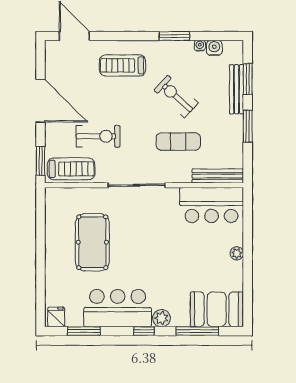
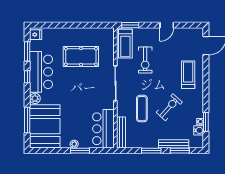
window: (174, 36) -> (206, 122), moved
door: (41, 101) -> (167, 25), width x0.53
window: (248, 244) -> (80, 151), added
booth: (217, 309) -> (45, 126), width x1.36, depth x1.42
window: (144, 331) -> (27, 77), moved

